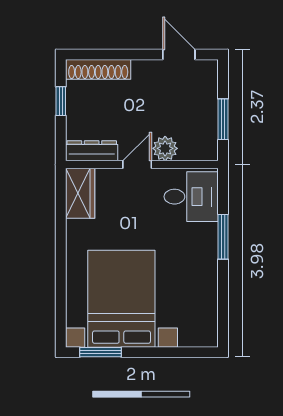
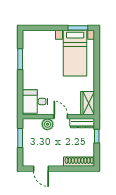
window: (61, 101) -> (97, 136), moved
door: (137, 165) -> (61, 117), swing flipped
window: (223, 237) -> (20, 59), moved
bed with nightstands: (121, 299) -> (75, 53), width x0.73

